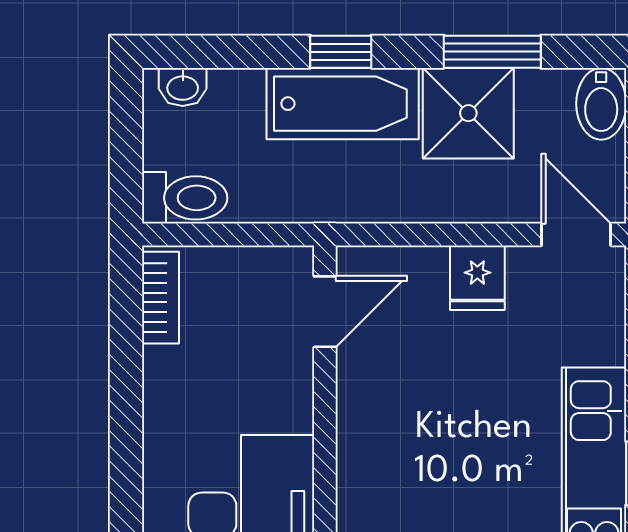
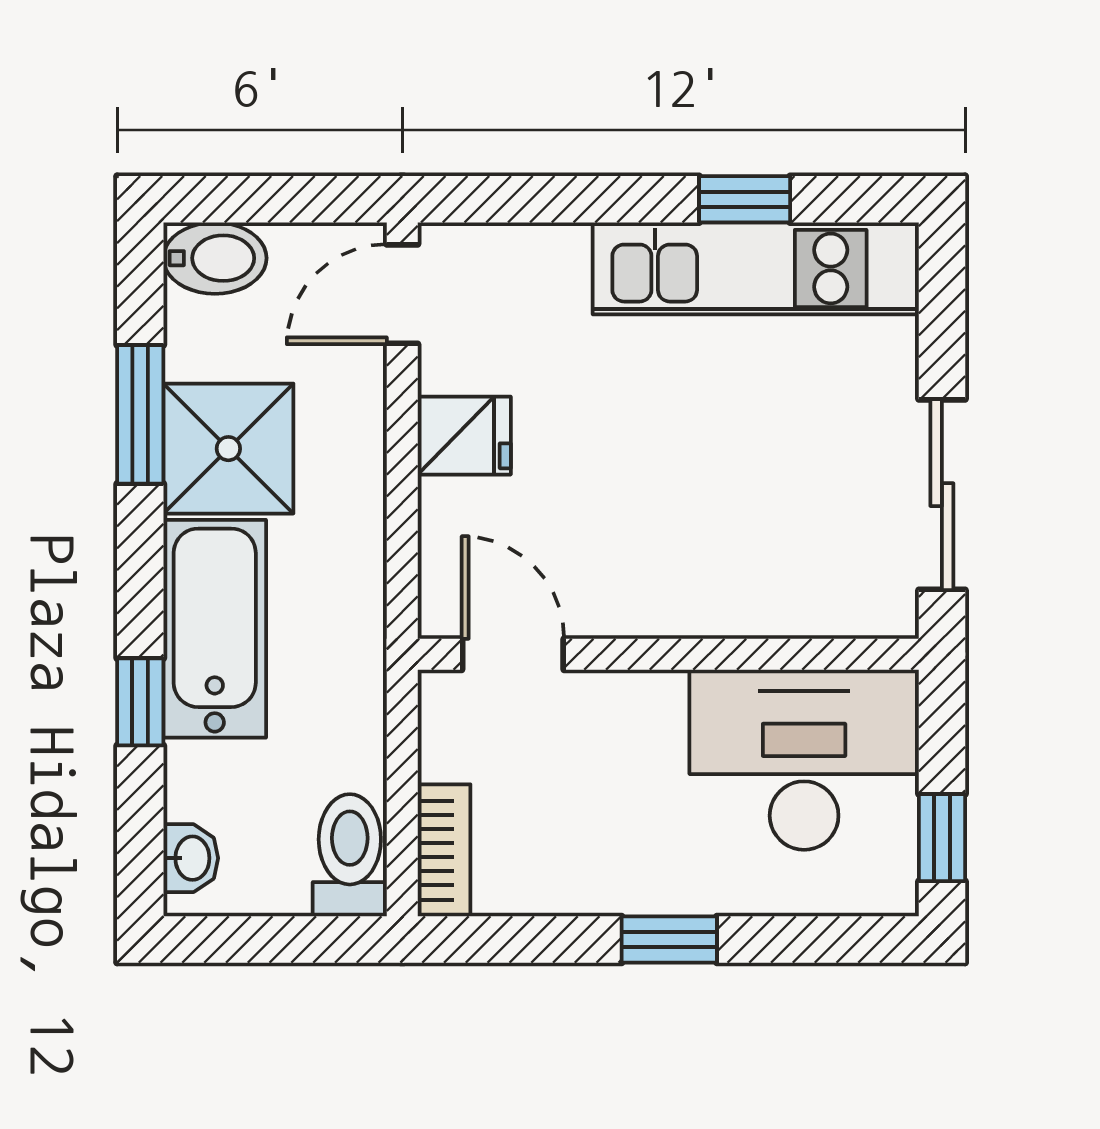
window: (341, 52) -> (140, 702), moved
bookcase: (160, 298) -> (444, 850), moved, turned 90
window: (126, 421) -> (669, 939), added

